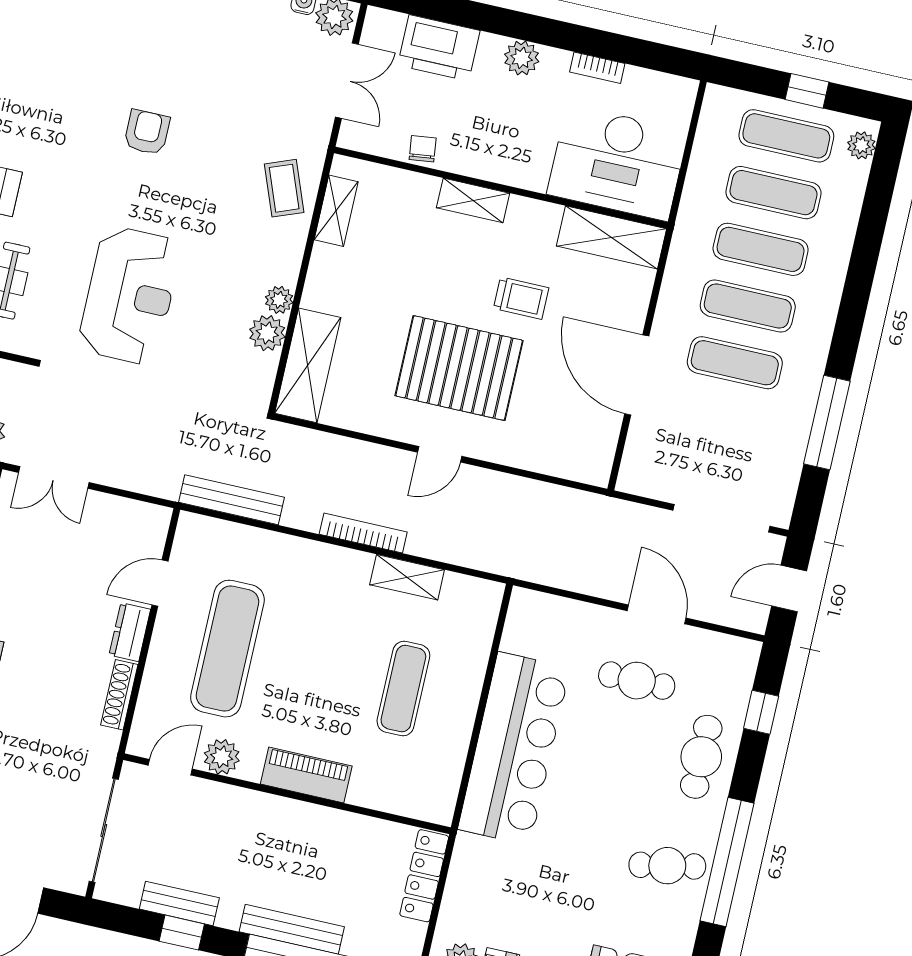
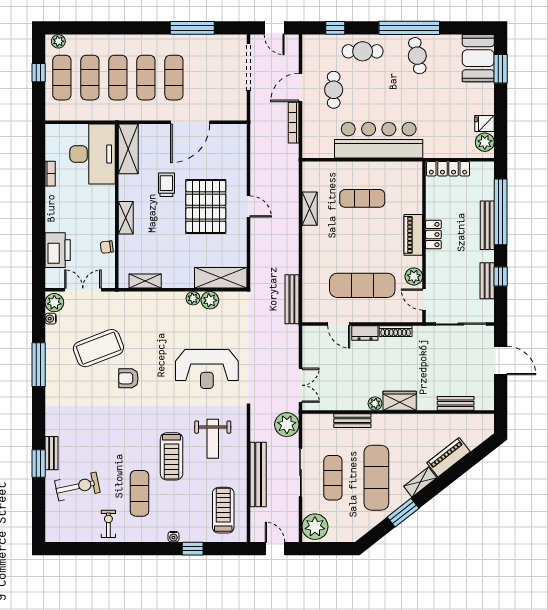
plant: (522, 58) -> (54, 210), removed
coffee table: (284, 188) -> (98, 348), moved, width x1.86, depth x1.72
reception desk: (130, 295) -> (207, 369), turned 180
bookcase: (363, 533) -> (294, 123), moved
locker: (298, 816) -> (433, 235), added

